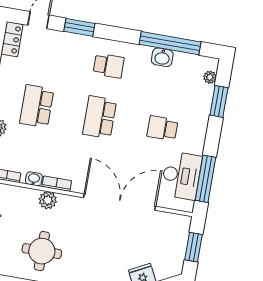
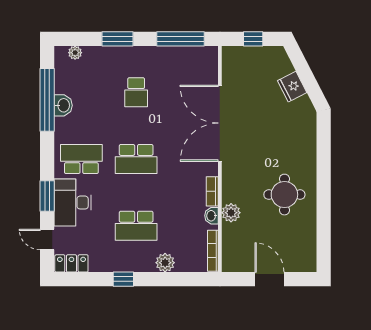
school desk: (109, 66) -> (81, 159), width x1.85
window: (219, 101) -> (117, 39), moved
desk: (181, 176) -> (73, 203), moved, turned -90
plant: (48, 200) -> (231, 213), moved
window: (193, 247) -> (253, 39), width x0.67

